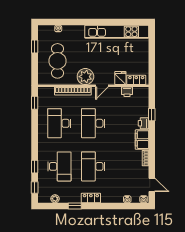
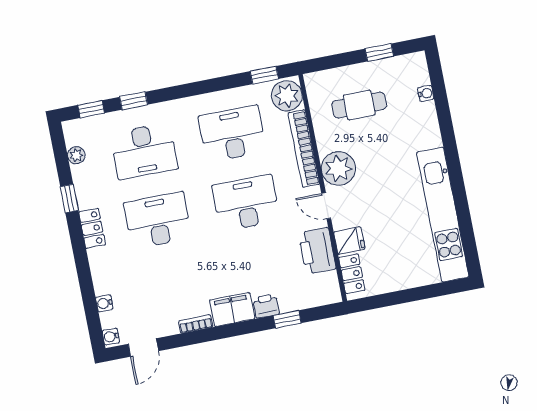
cafe table: (58, 61) -> (359, 105), width x0.73, depth x0.74
printer: (127, 92) -> (317, 251), width x1.87, depth x1.48
plant: (46, 94) -> (287, 96), added

